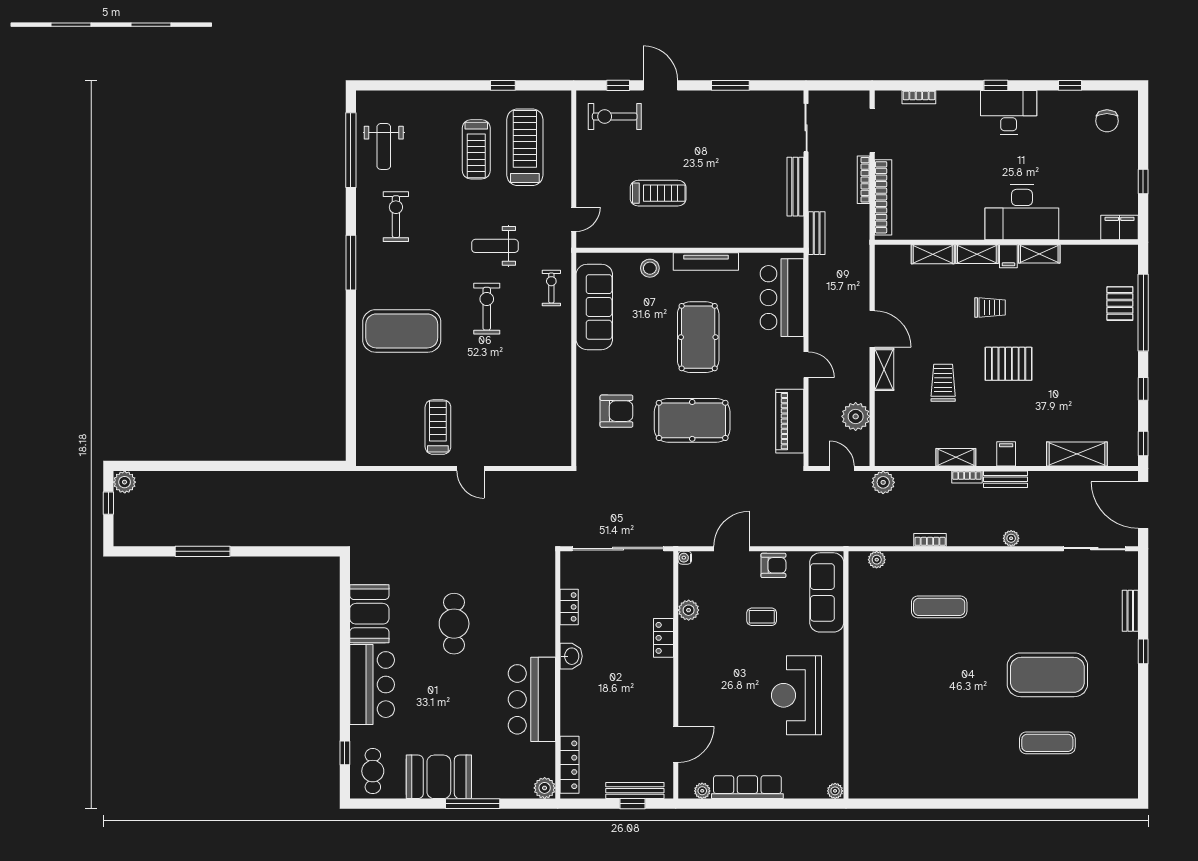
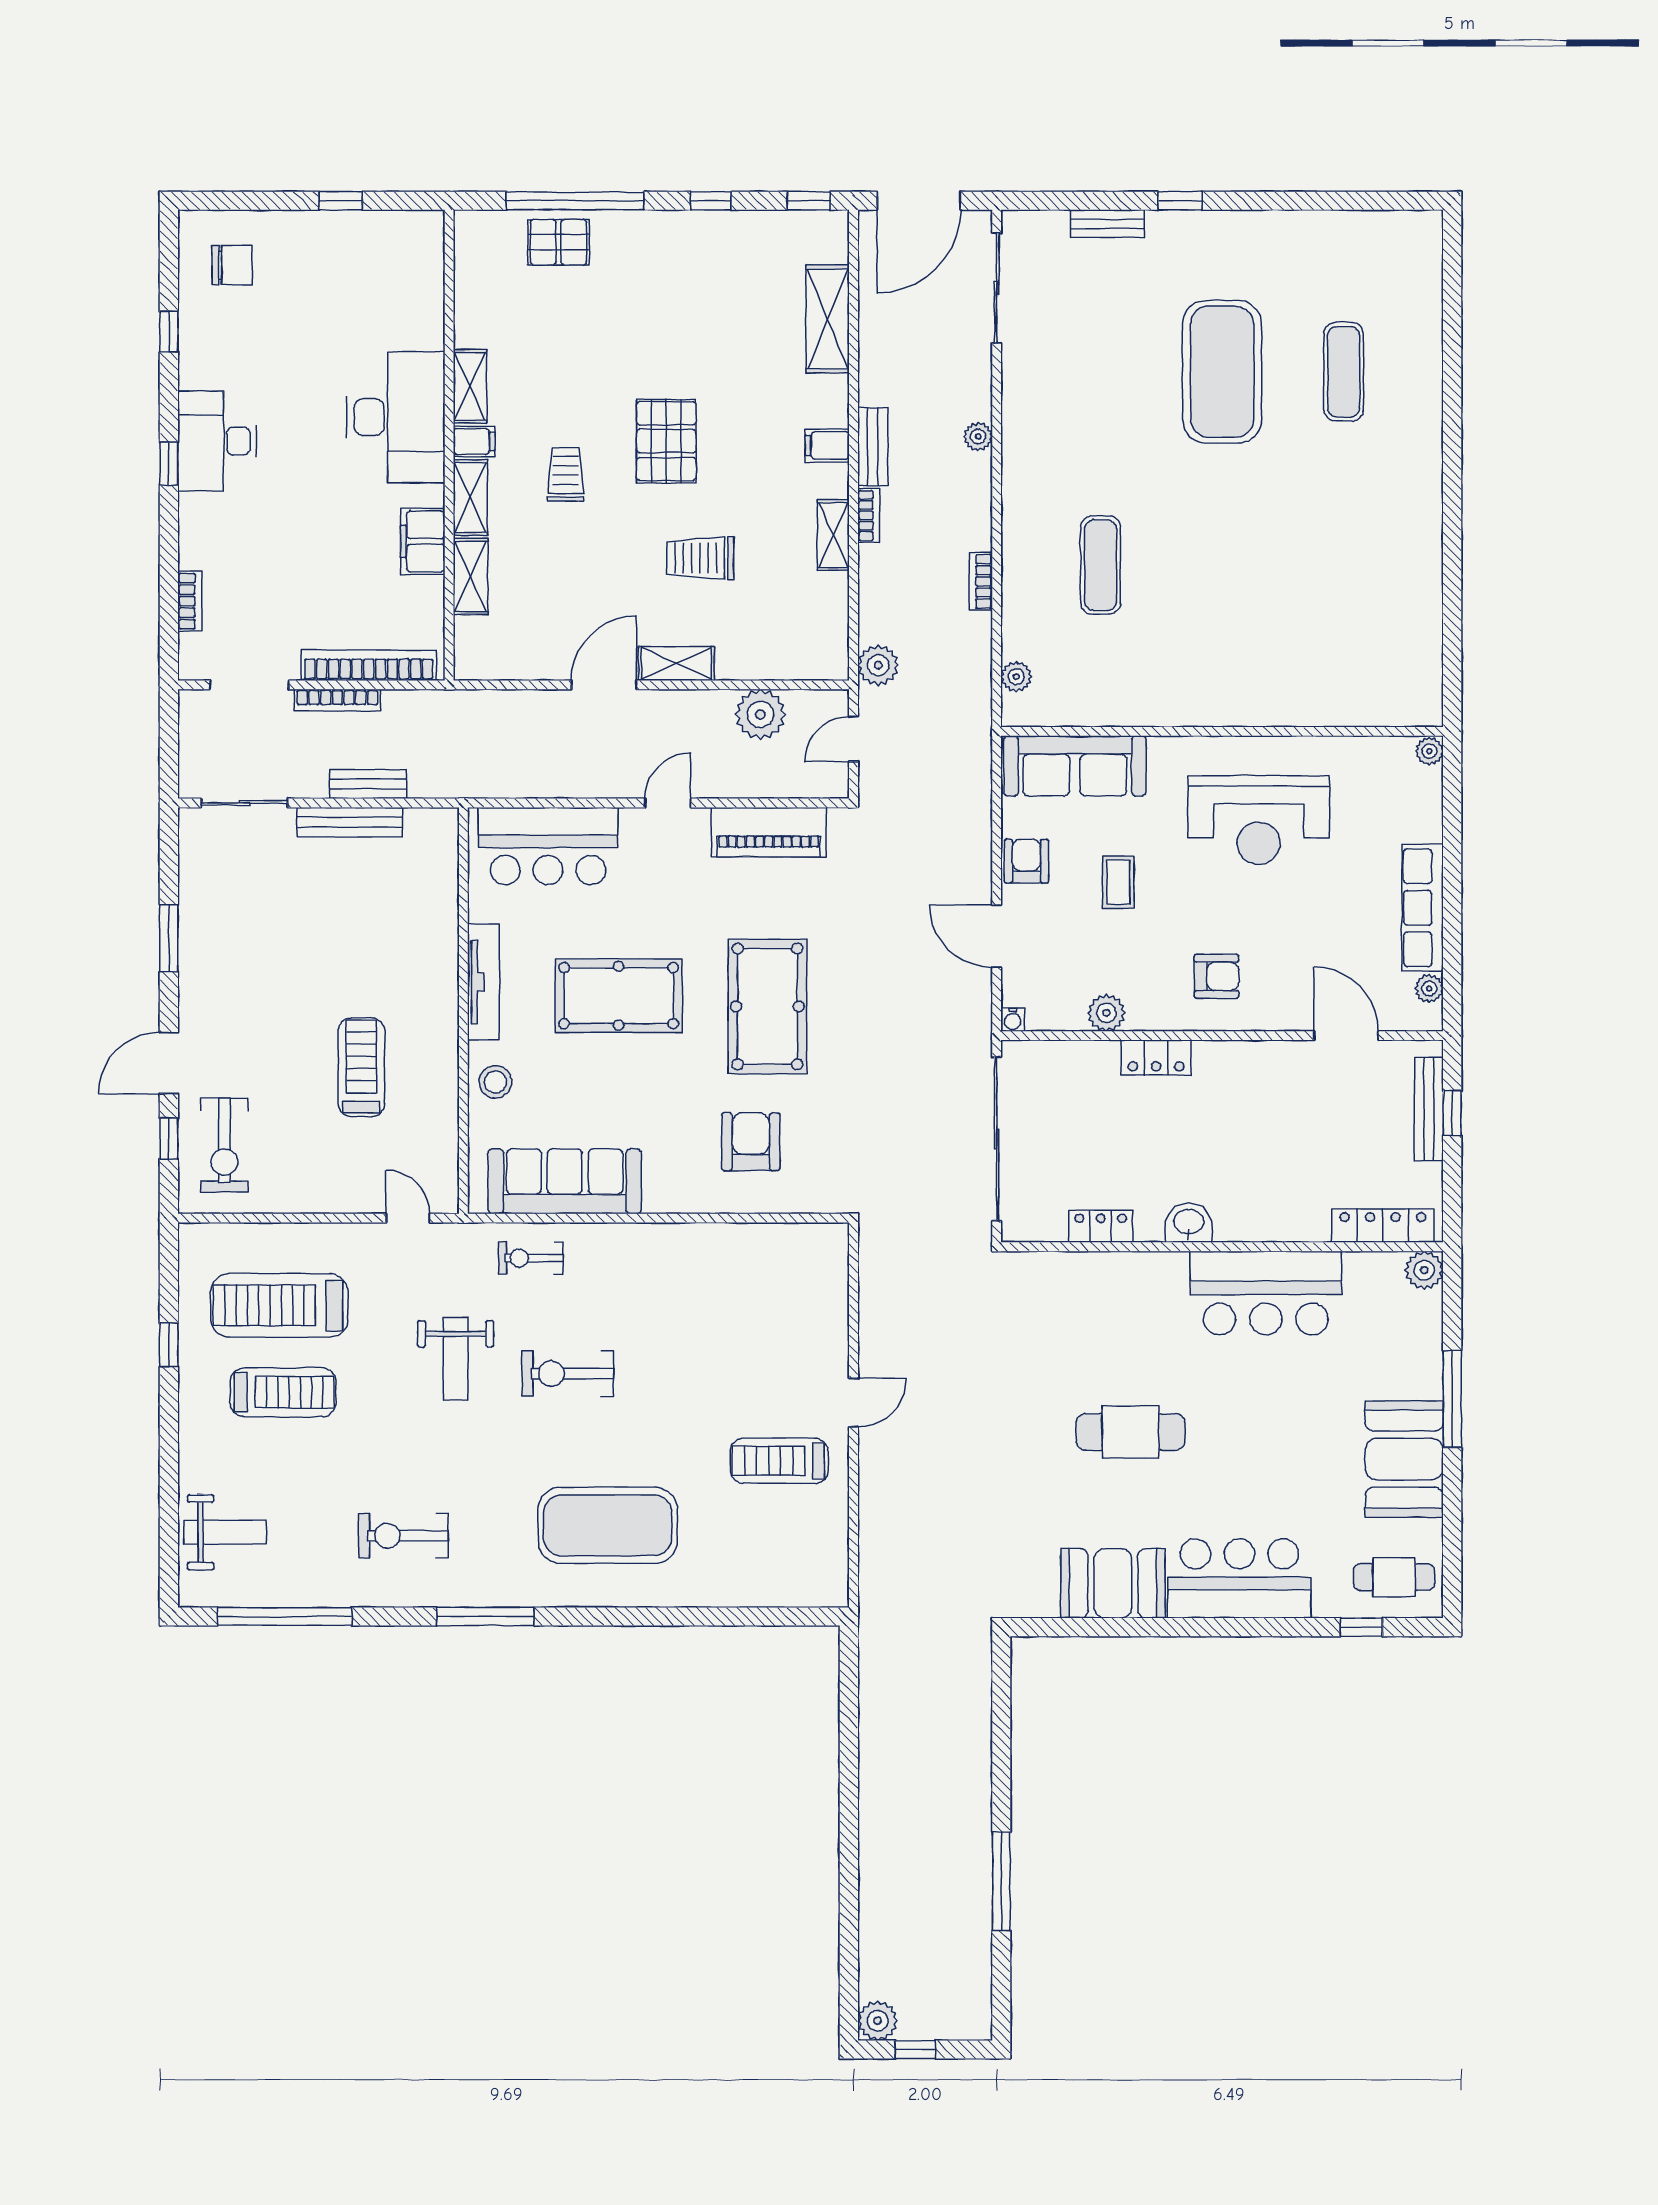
weight bench: (384, 146) -> (225, 1532), moved
filing cabinet: (1120, 227) -> (423, 541), moved
bench: (817, 233) -> (368, 784), moved
exercise mat: (402, 331) -> (608, 1525), turned 90
armchair: (709, 672) -> (1216, 976), added

